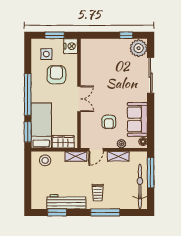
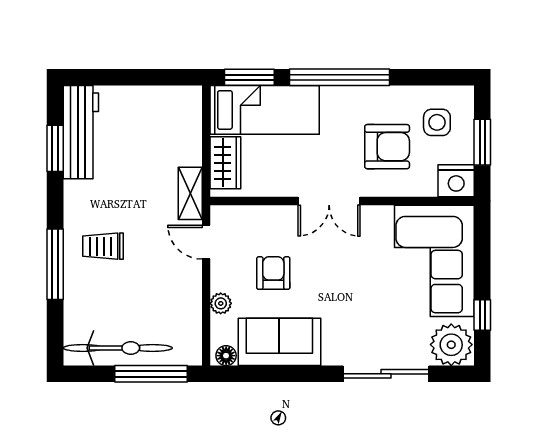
corner sofa: (104, 55) -> (434, 261), added
armchair: (109, 122) -> (273, 273), turned 90
shelving: (118, 156) -> (190, 296), removed
stool: (45, 160) -> (181, 119), removed
workbench: (66, 202) -> (81, 132), moved

